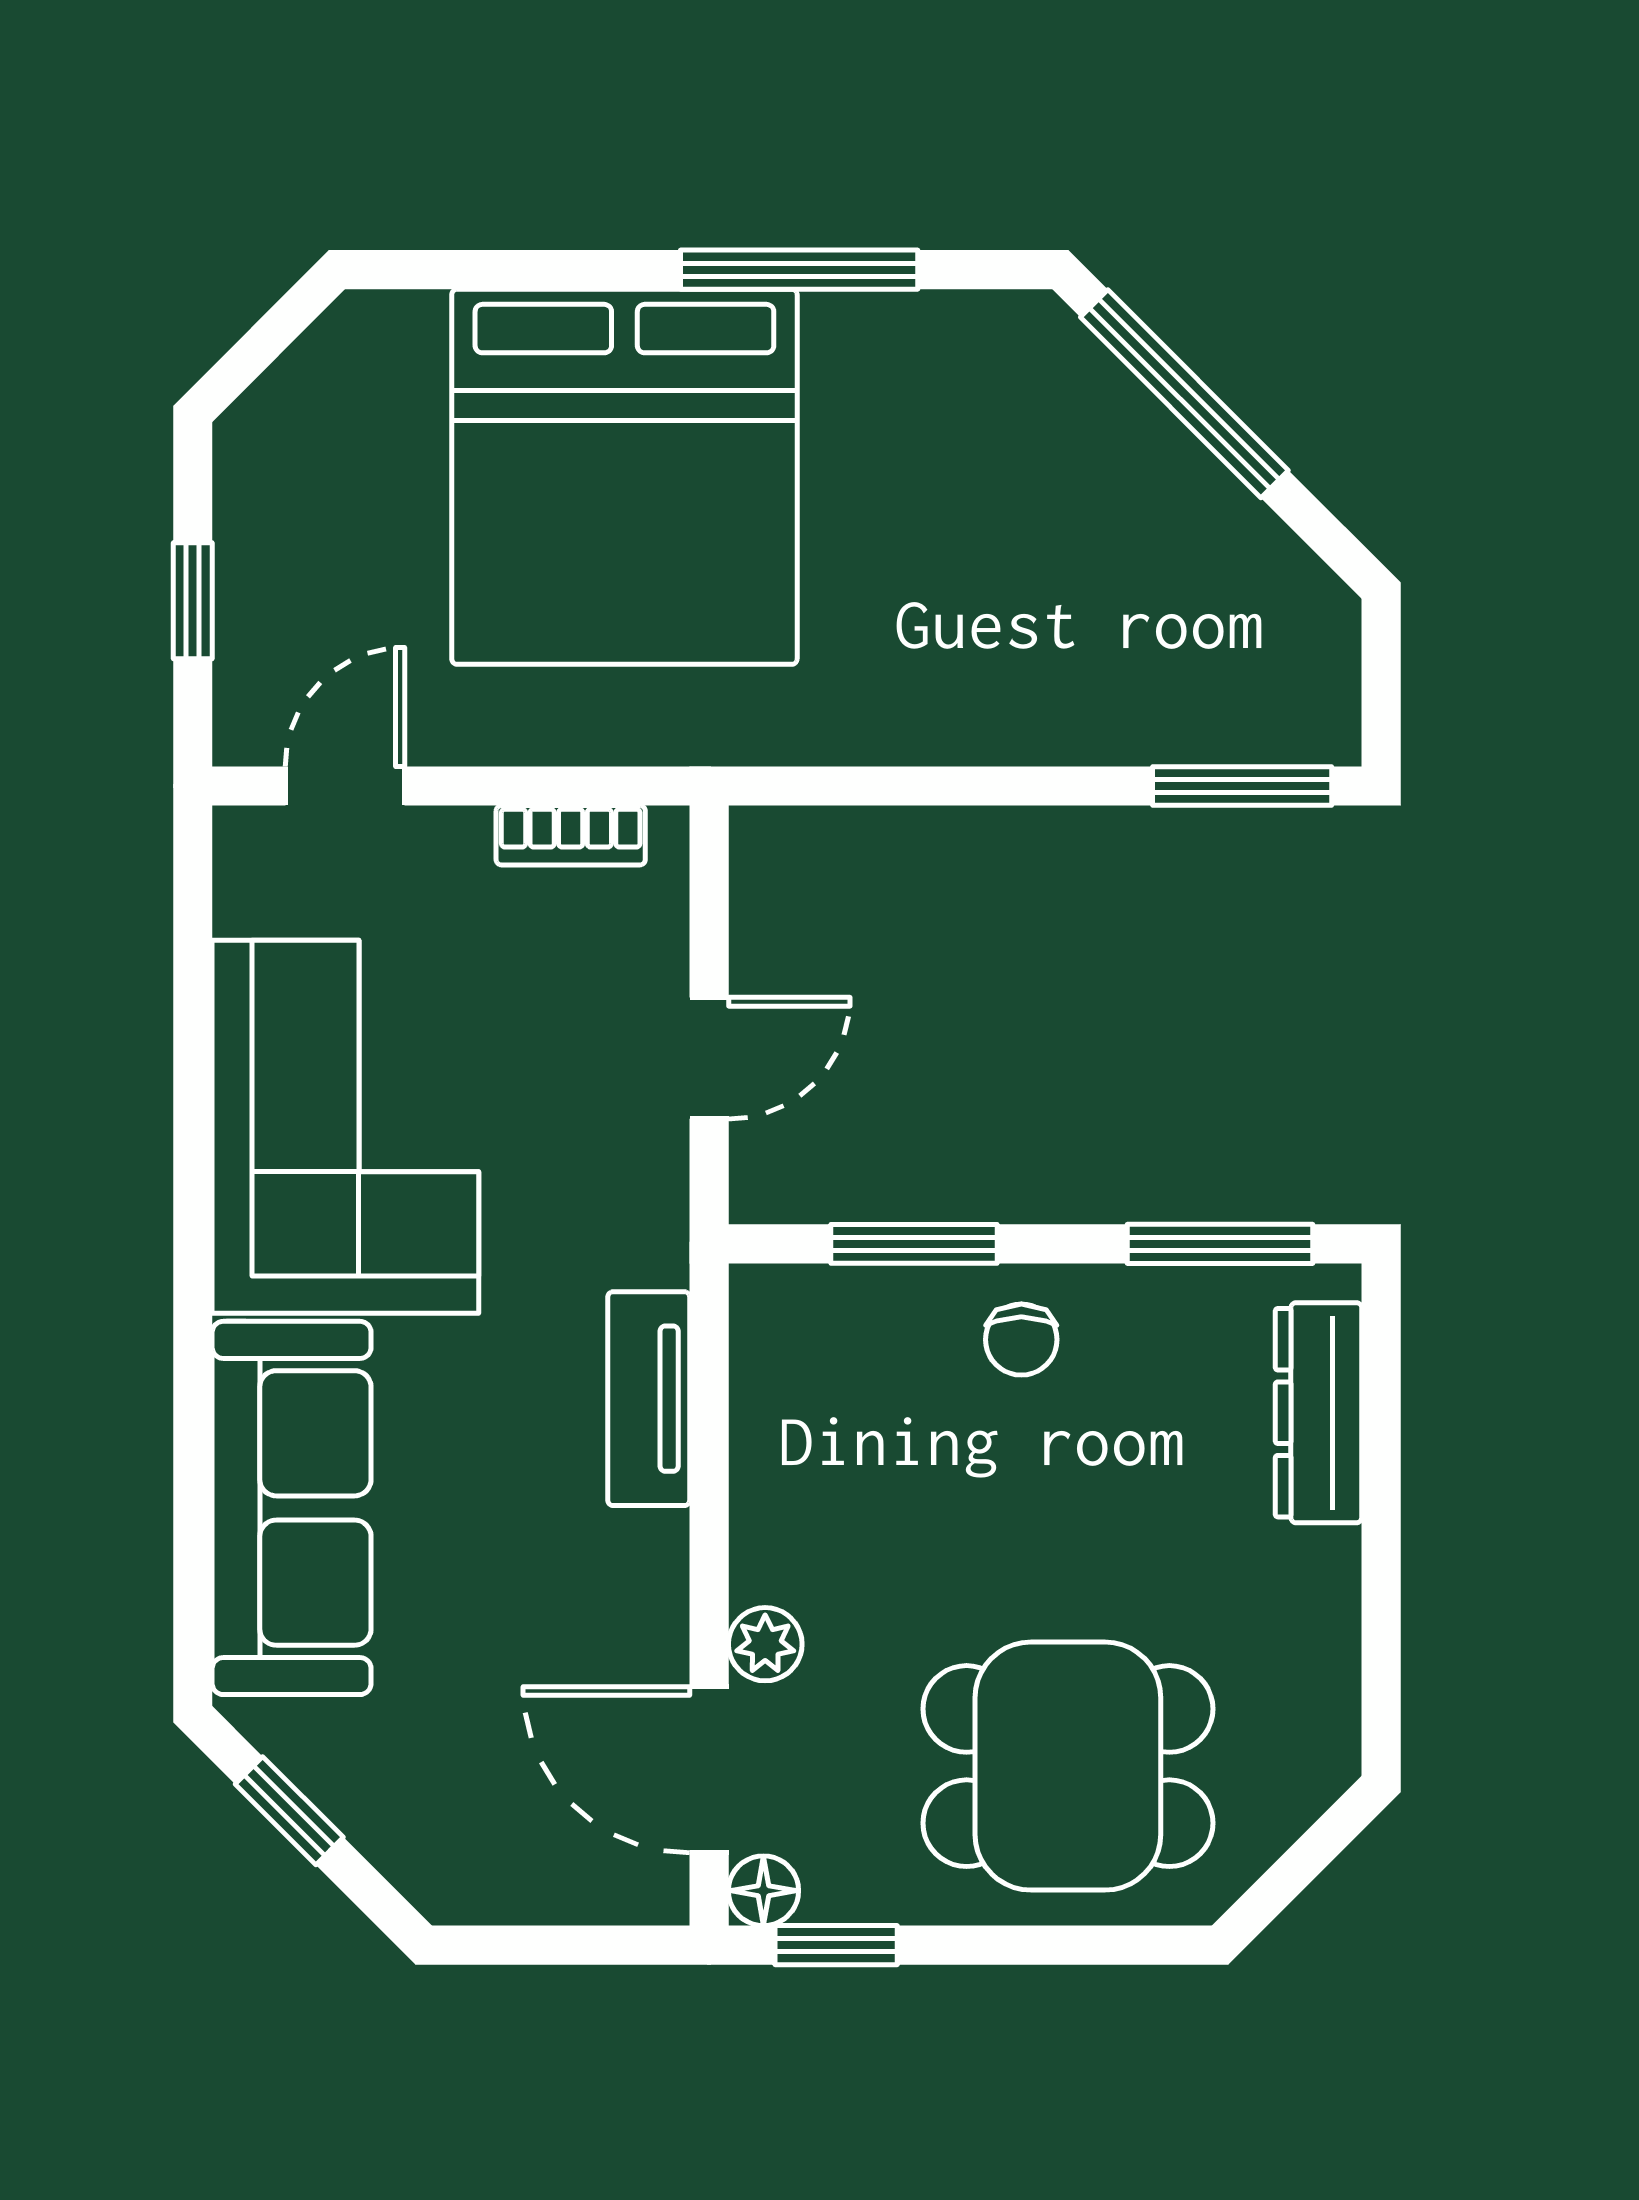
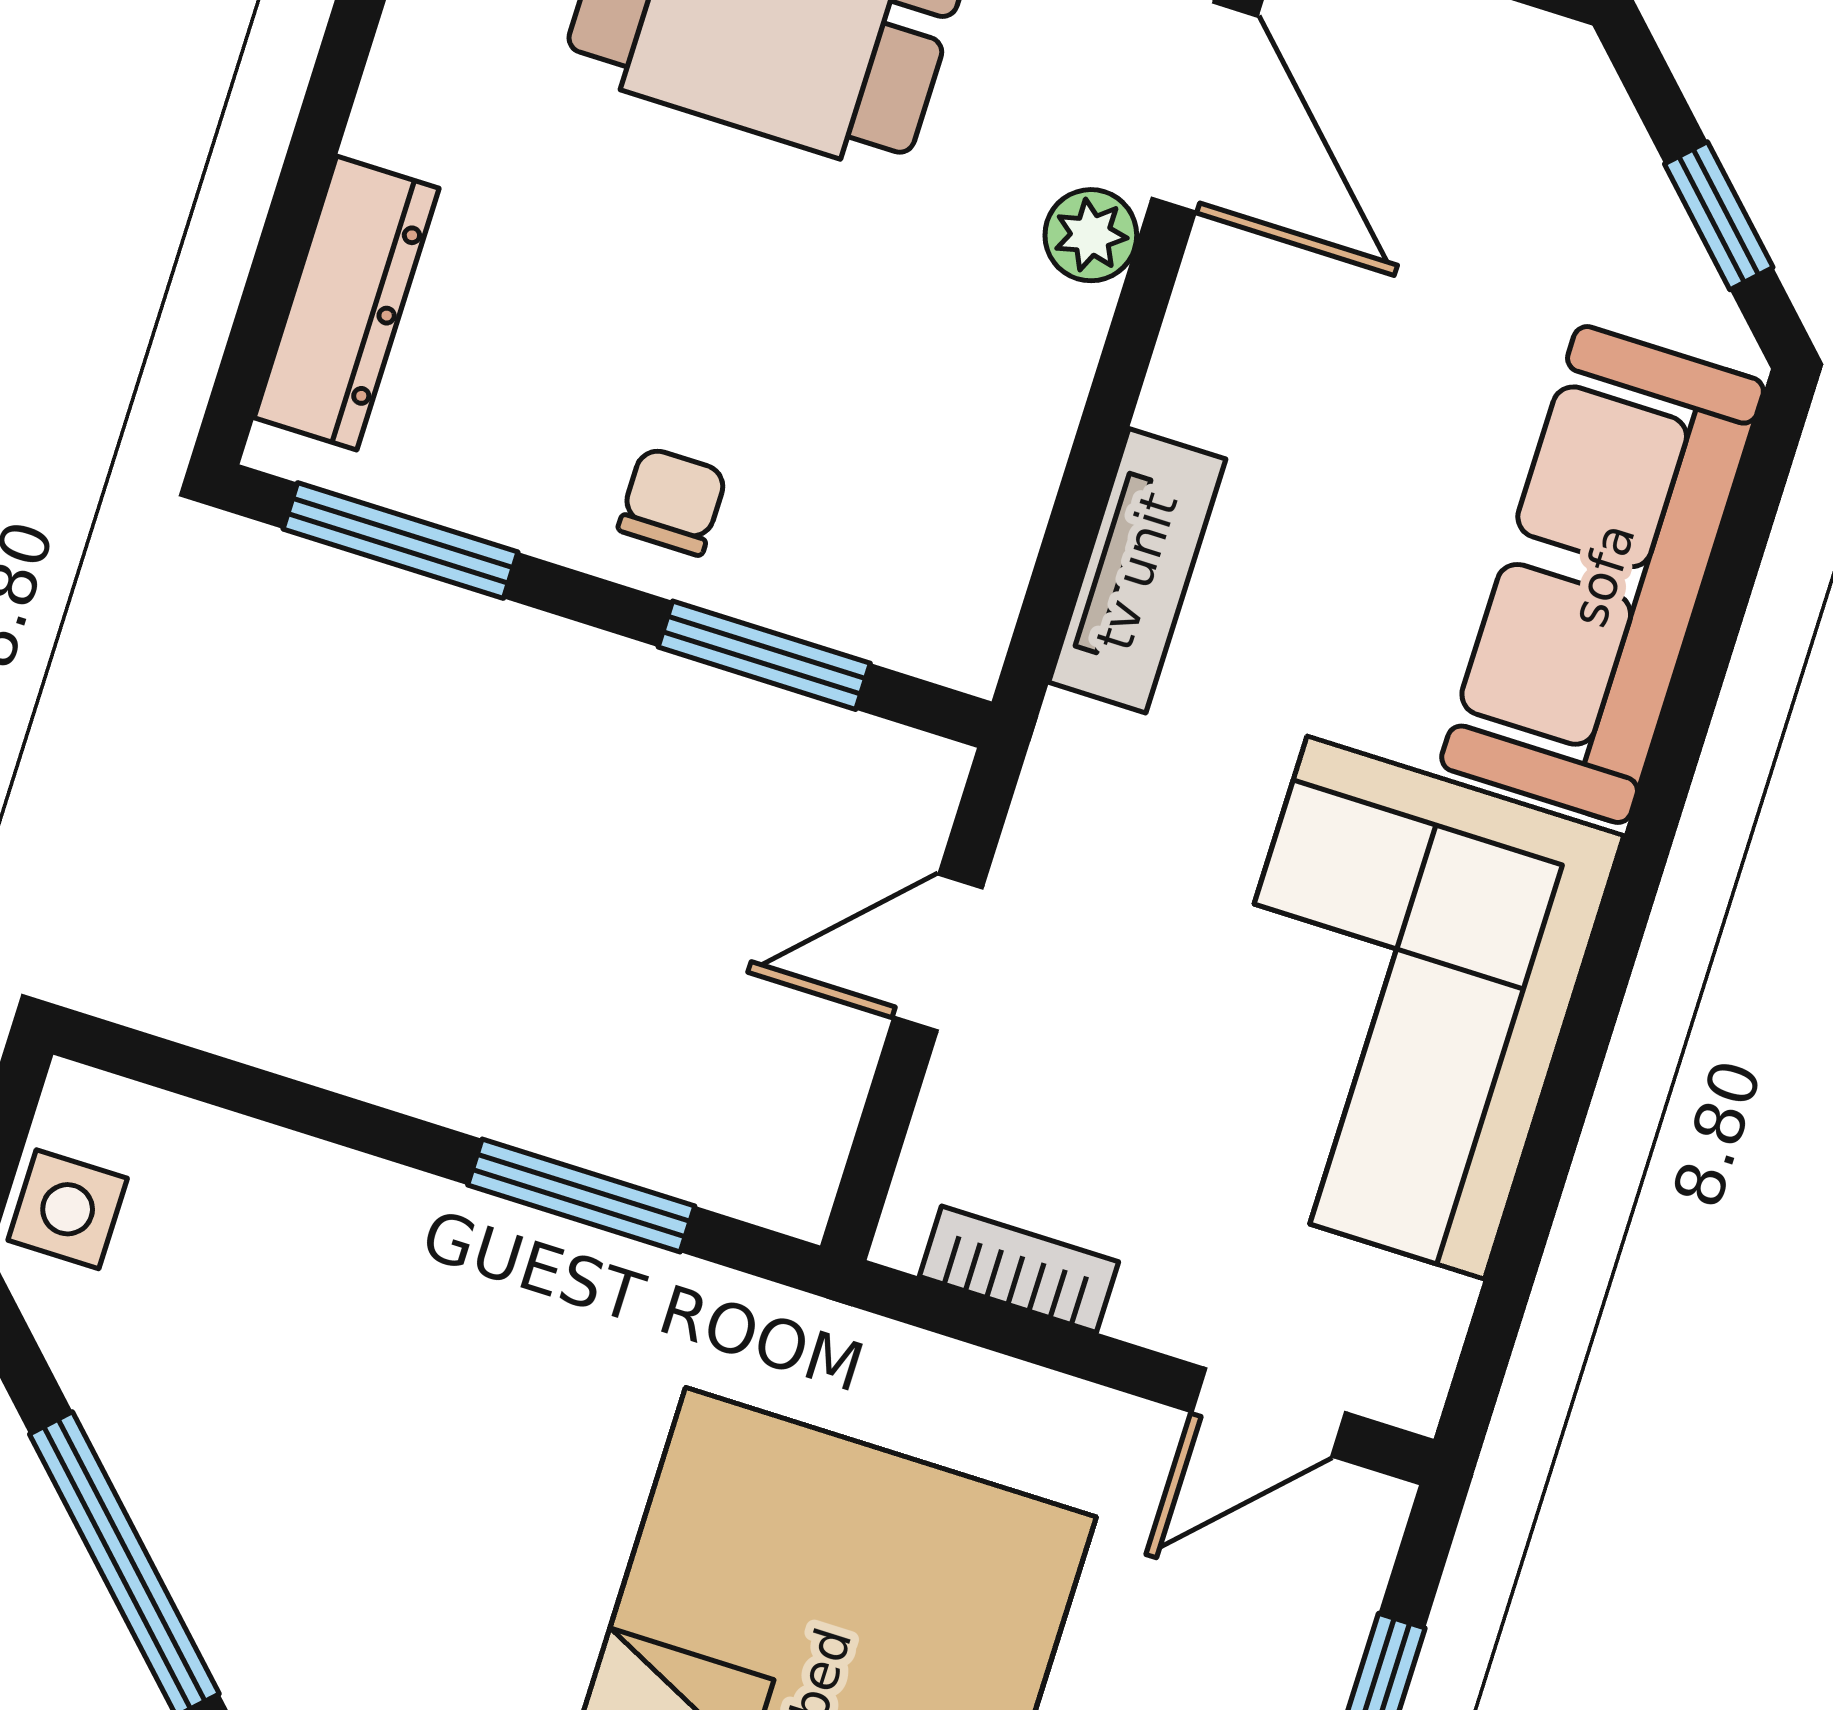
side table: (1313, 652) -> (68, 1209), added
window: (1242, 786) -> (581, 1196), moved

